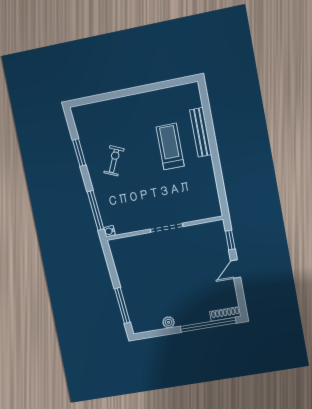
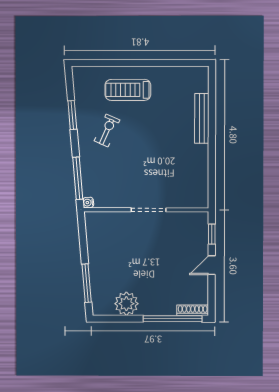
treadmill: (170, 147) -> (128, 90), moved, turned -90
plant: (169, 322) -> (126, 304), width x1.88, depth x1.88

